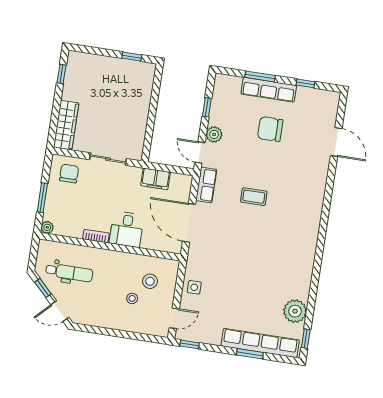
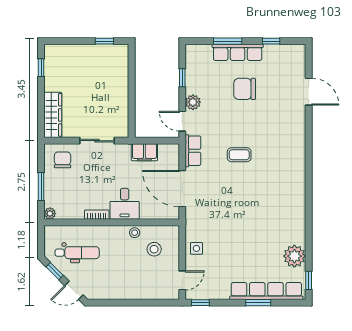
stool: (132, 298) -> (135, 233), moved

